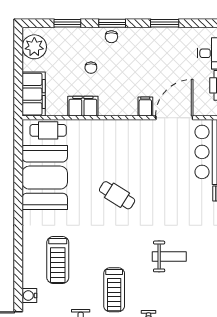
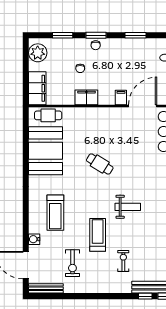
filing cabinet: (83, 106) -> (86, 97), moved
weight bench: (169, 256) -> (128, 207), moved
treadmill: (114, 290) -> (98, 235), turned 180

